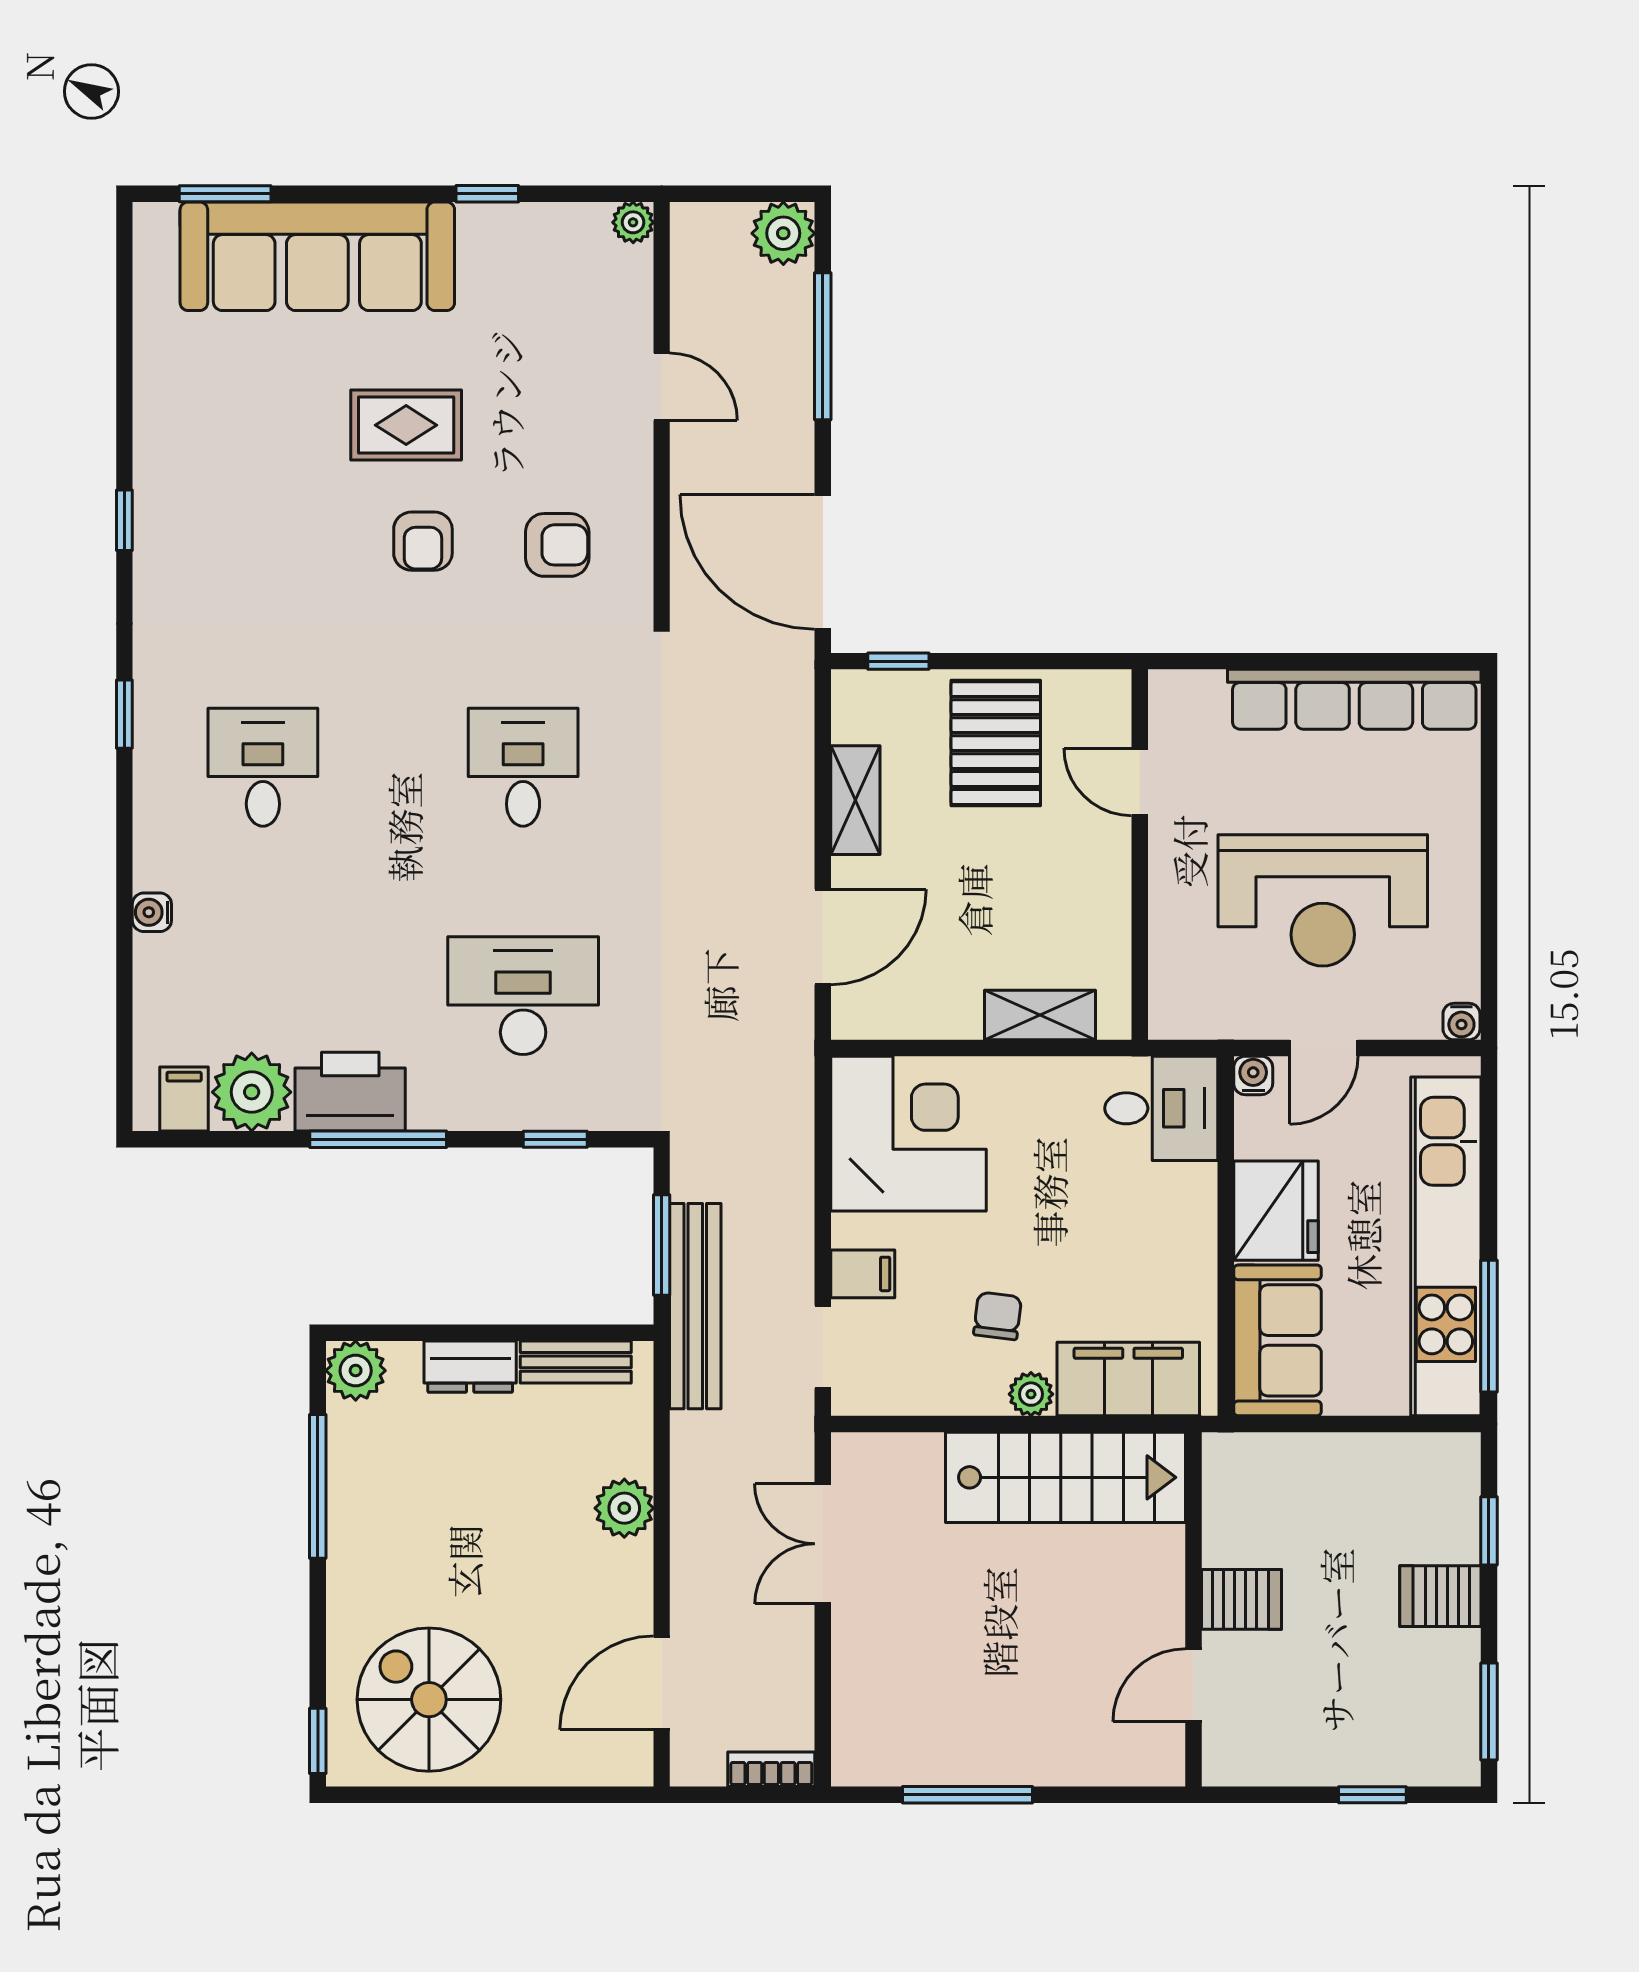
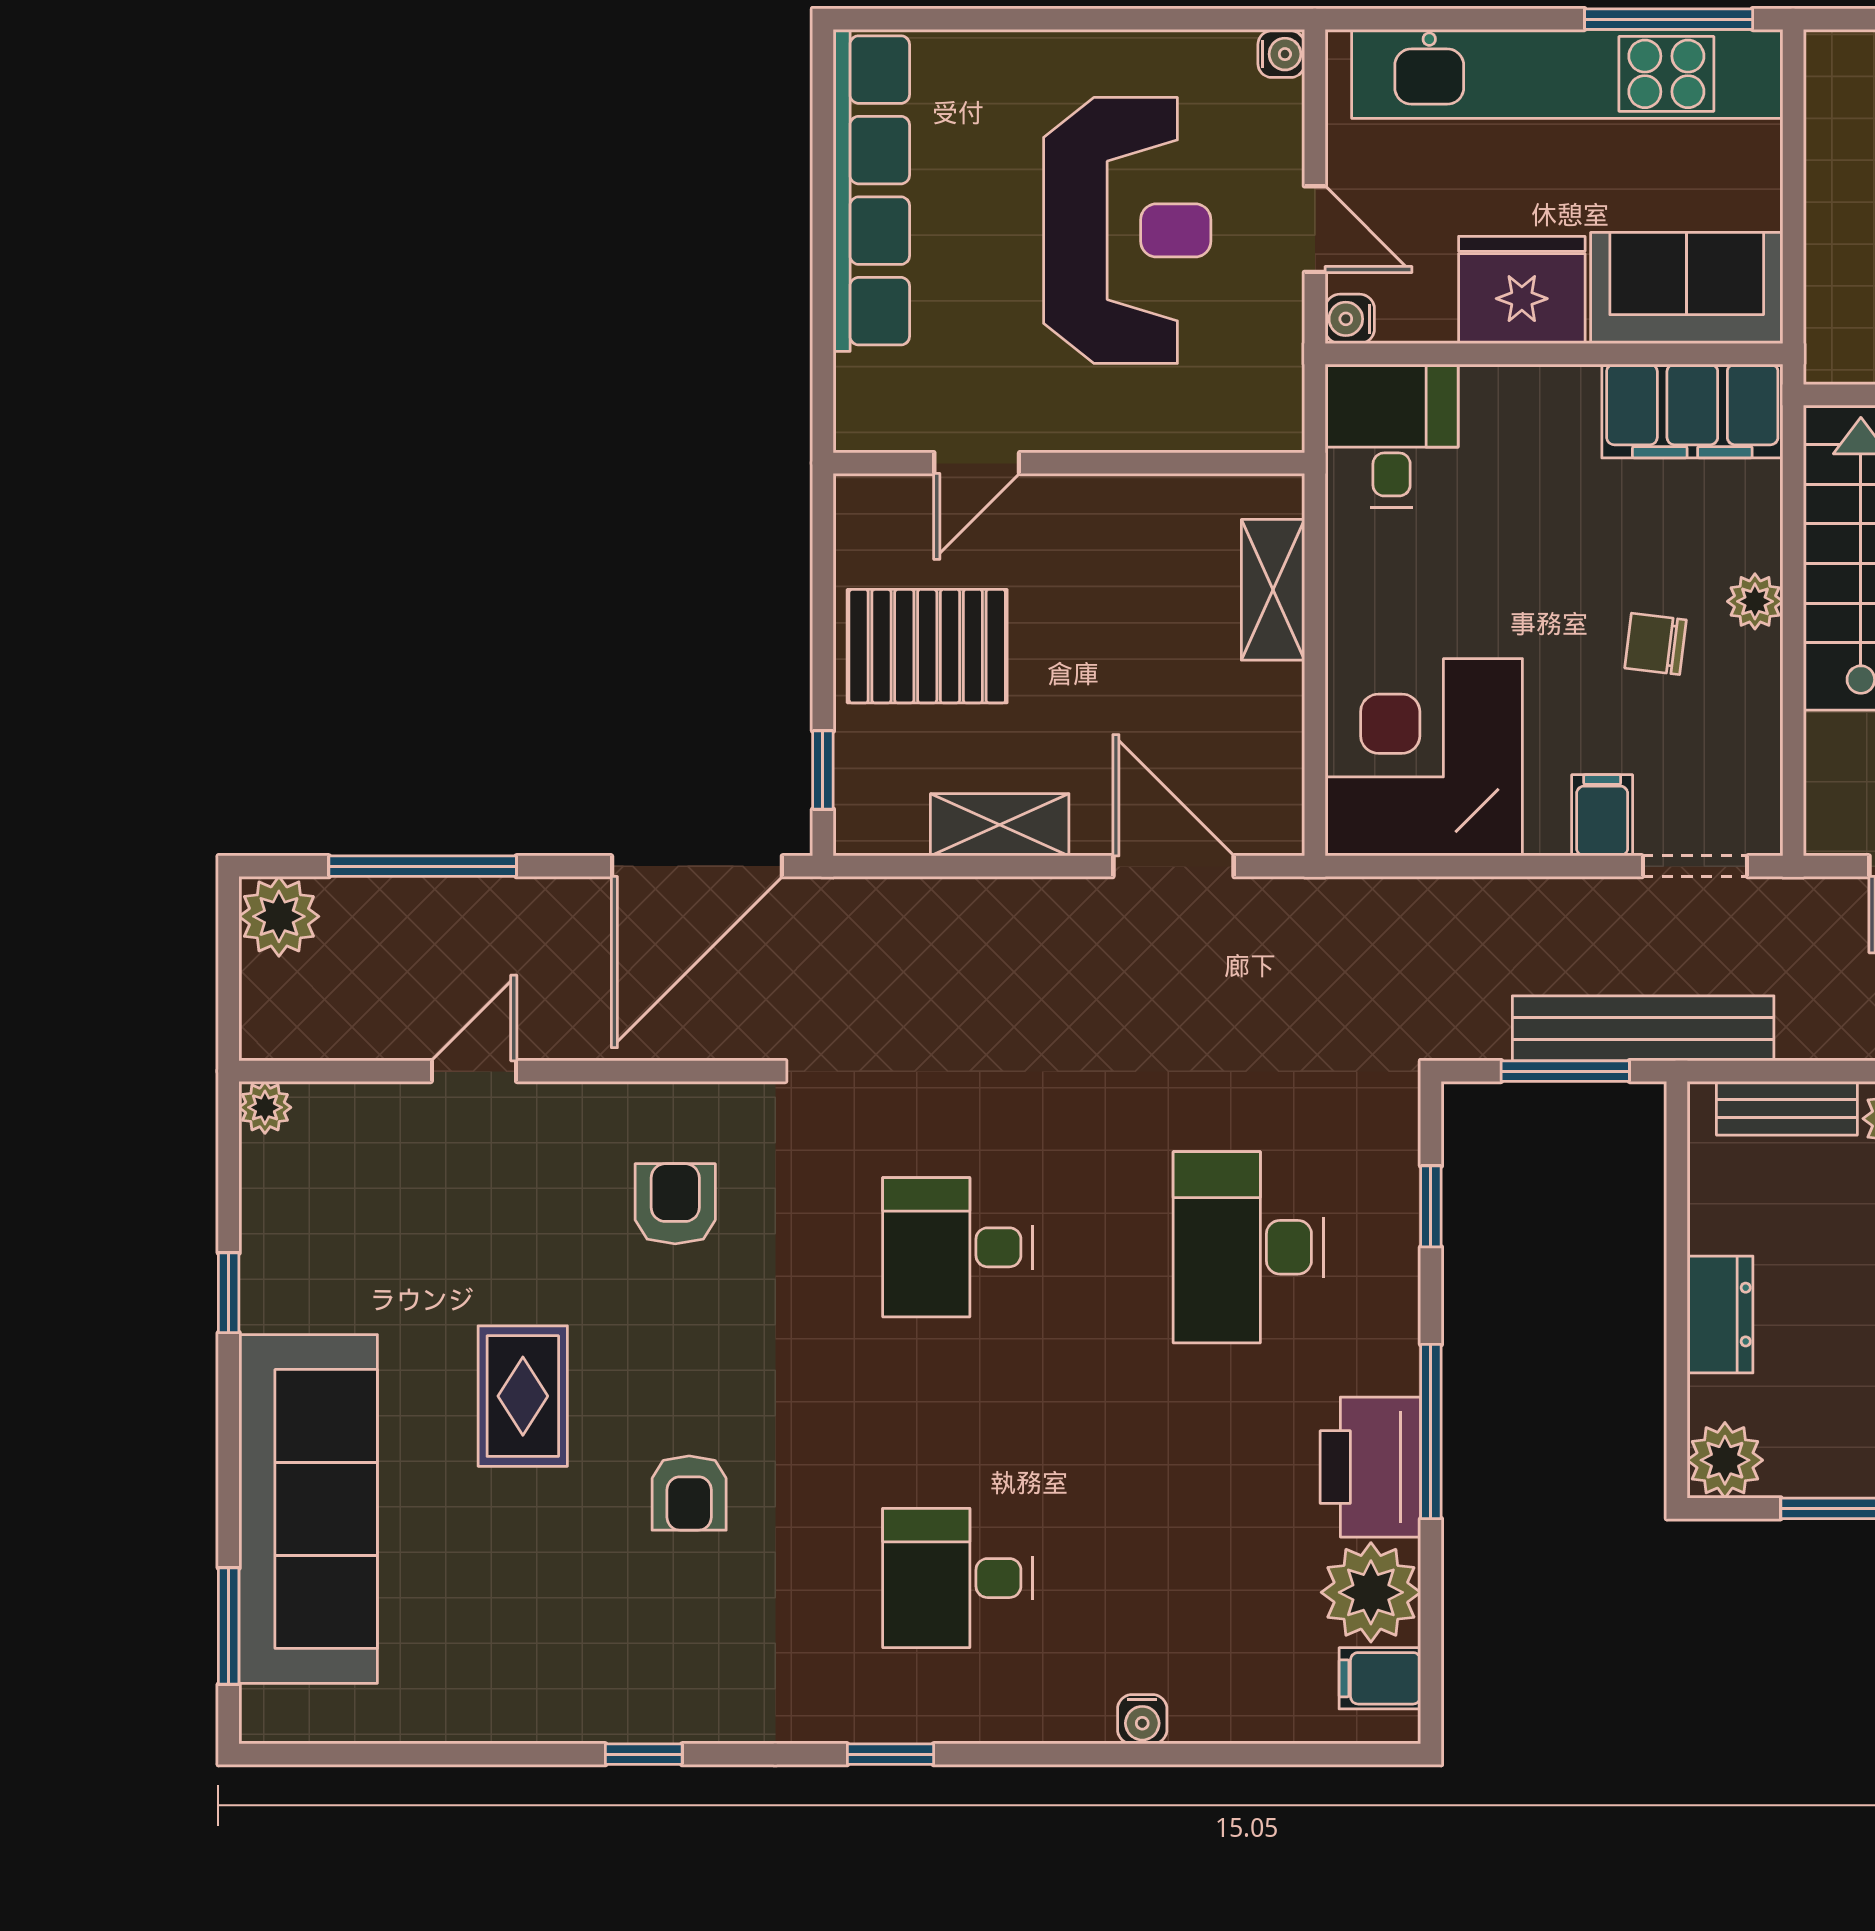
armchair: (423, 541) -> (689, 1493), moved, turned 90
bench: (576, 1362) -> (1787, 1108), moved, turned 90
filing cabinet: (1128, 1379) -> (1692, 411), moved, turned -90

